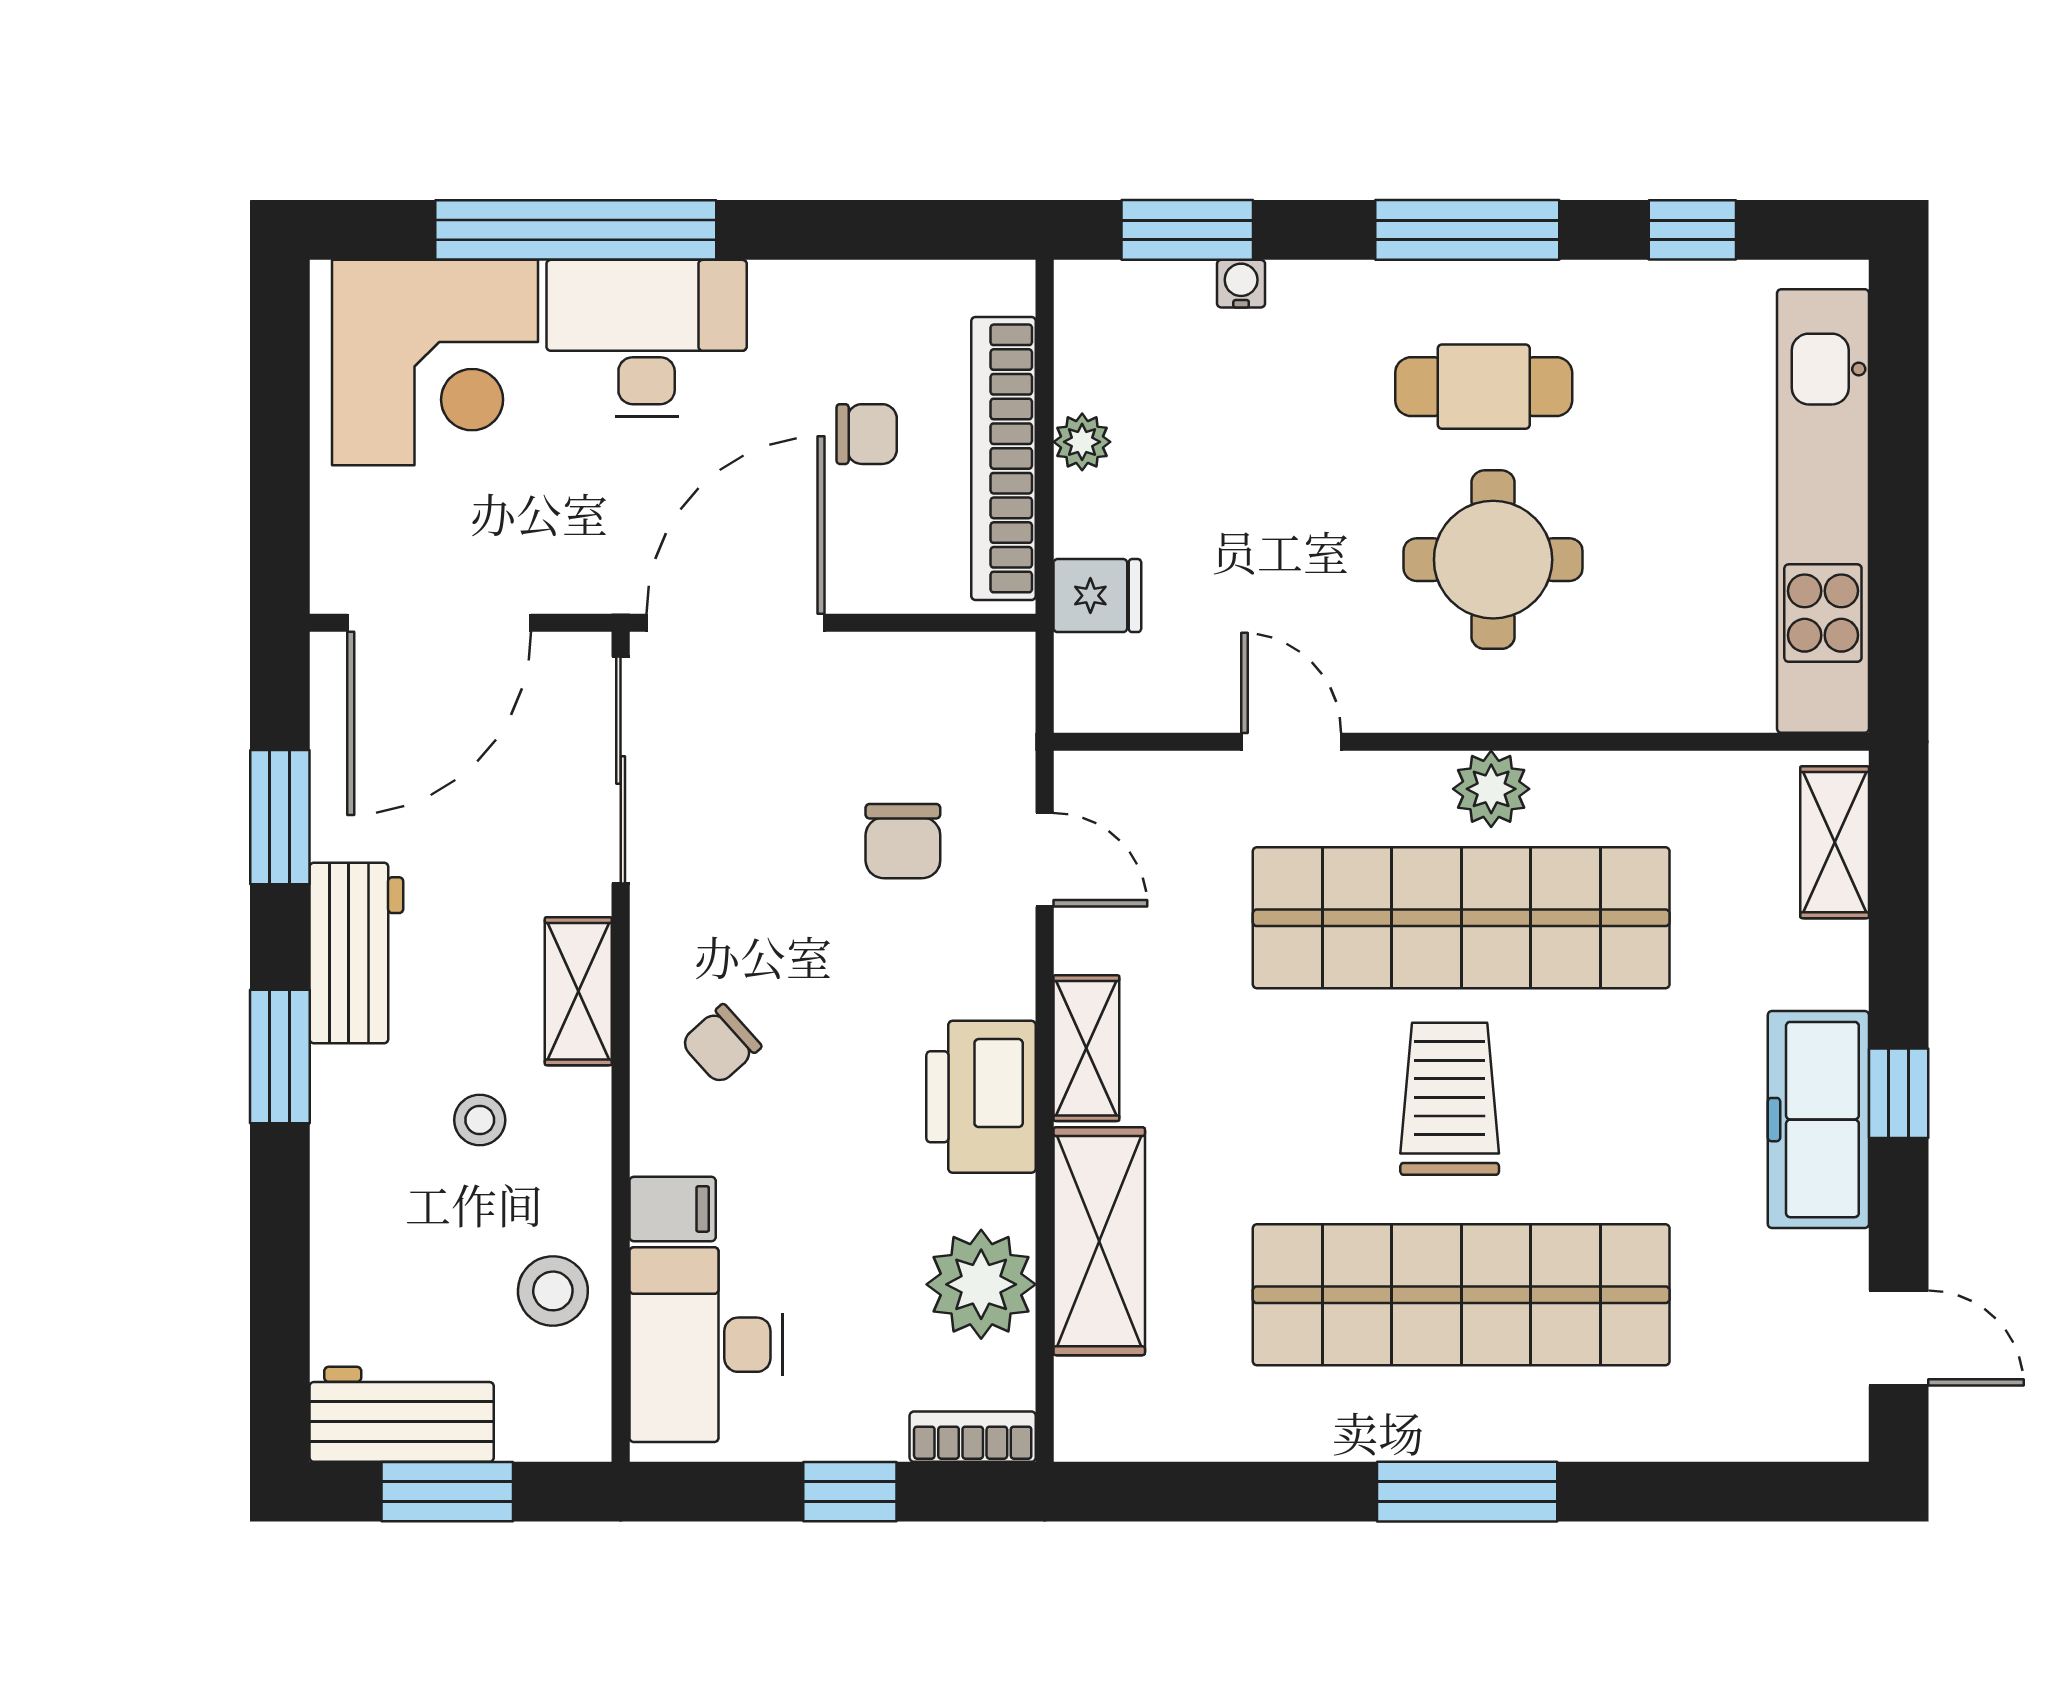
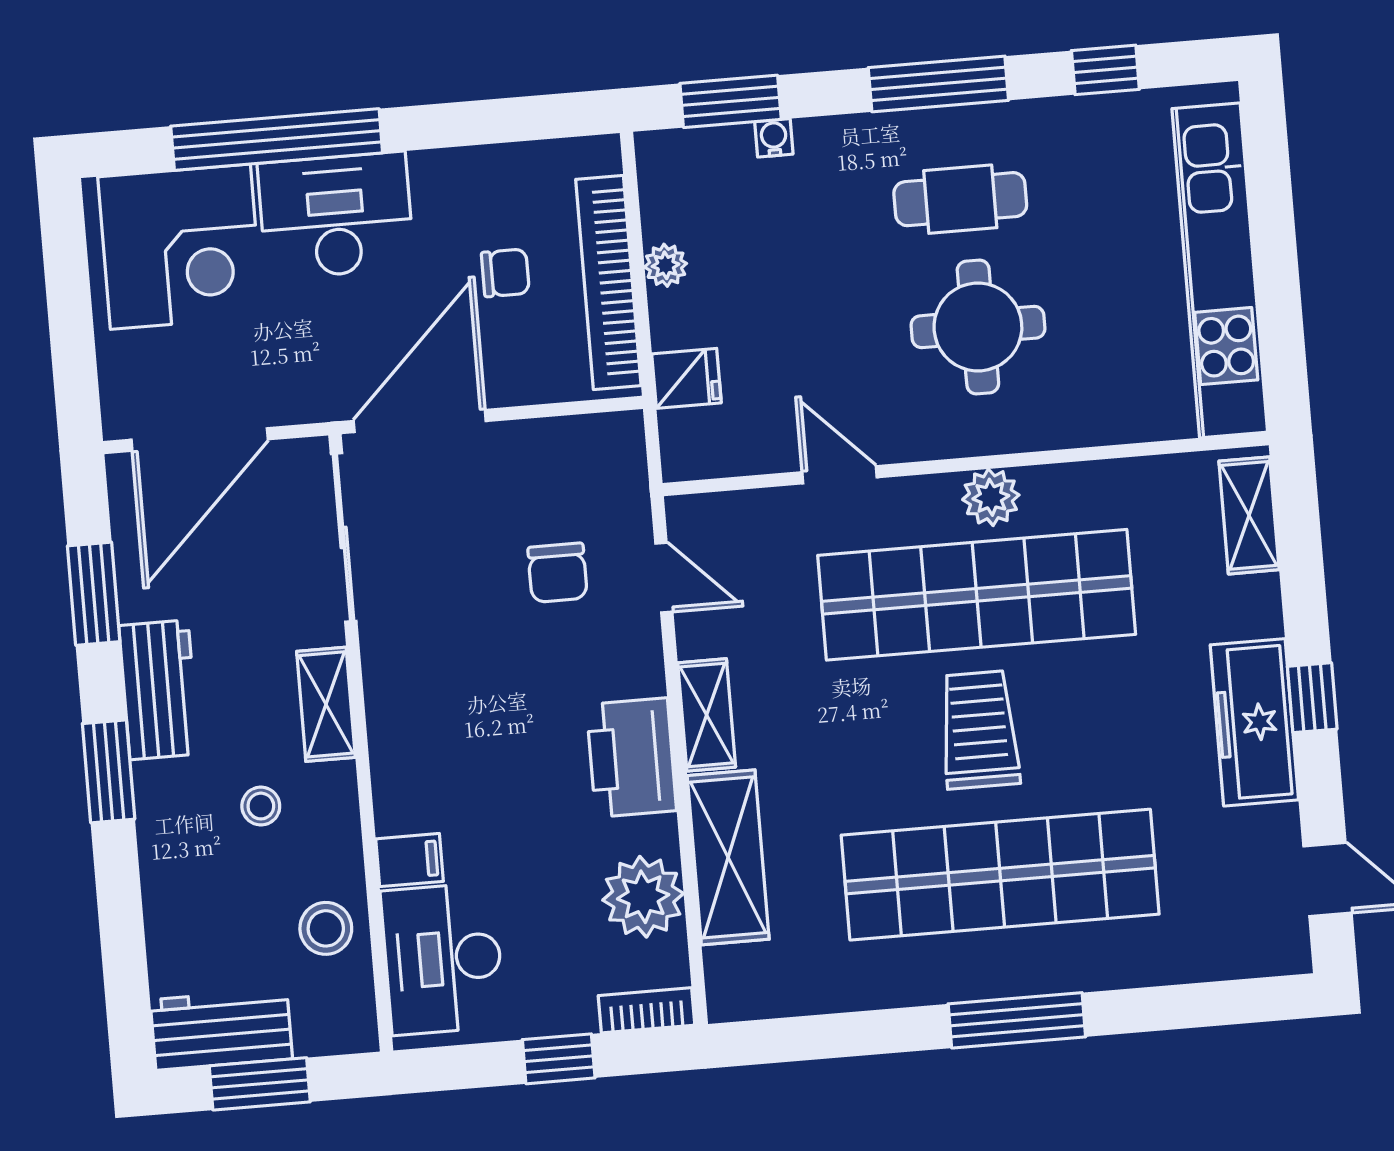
chair: (721, 1044) -> (435, 735), removed

